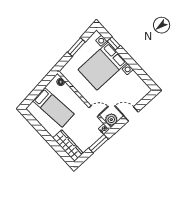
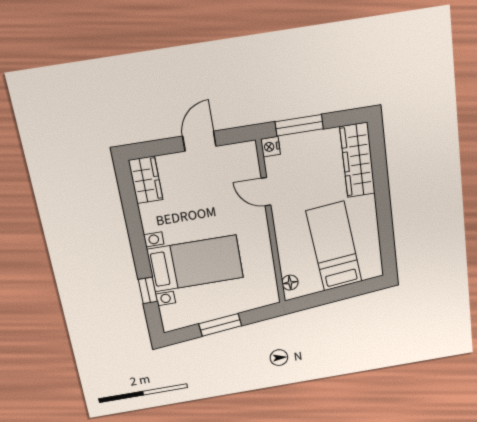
bed with nightstands: (102, 66) -> (195, 263), width x0.73
wardrobe: (141, 87) -> (146, 180), added
door: (131, 114) -> (199, 141), swing flipped
plant: (111, 120) -> (244, 155), removed

